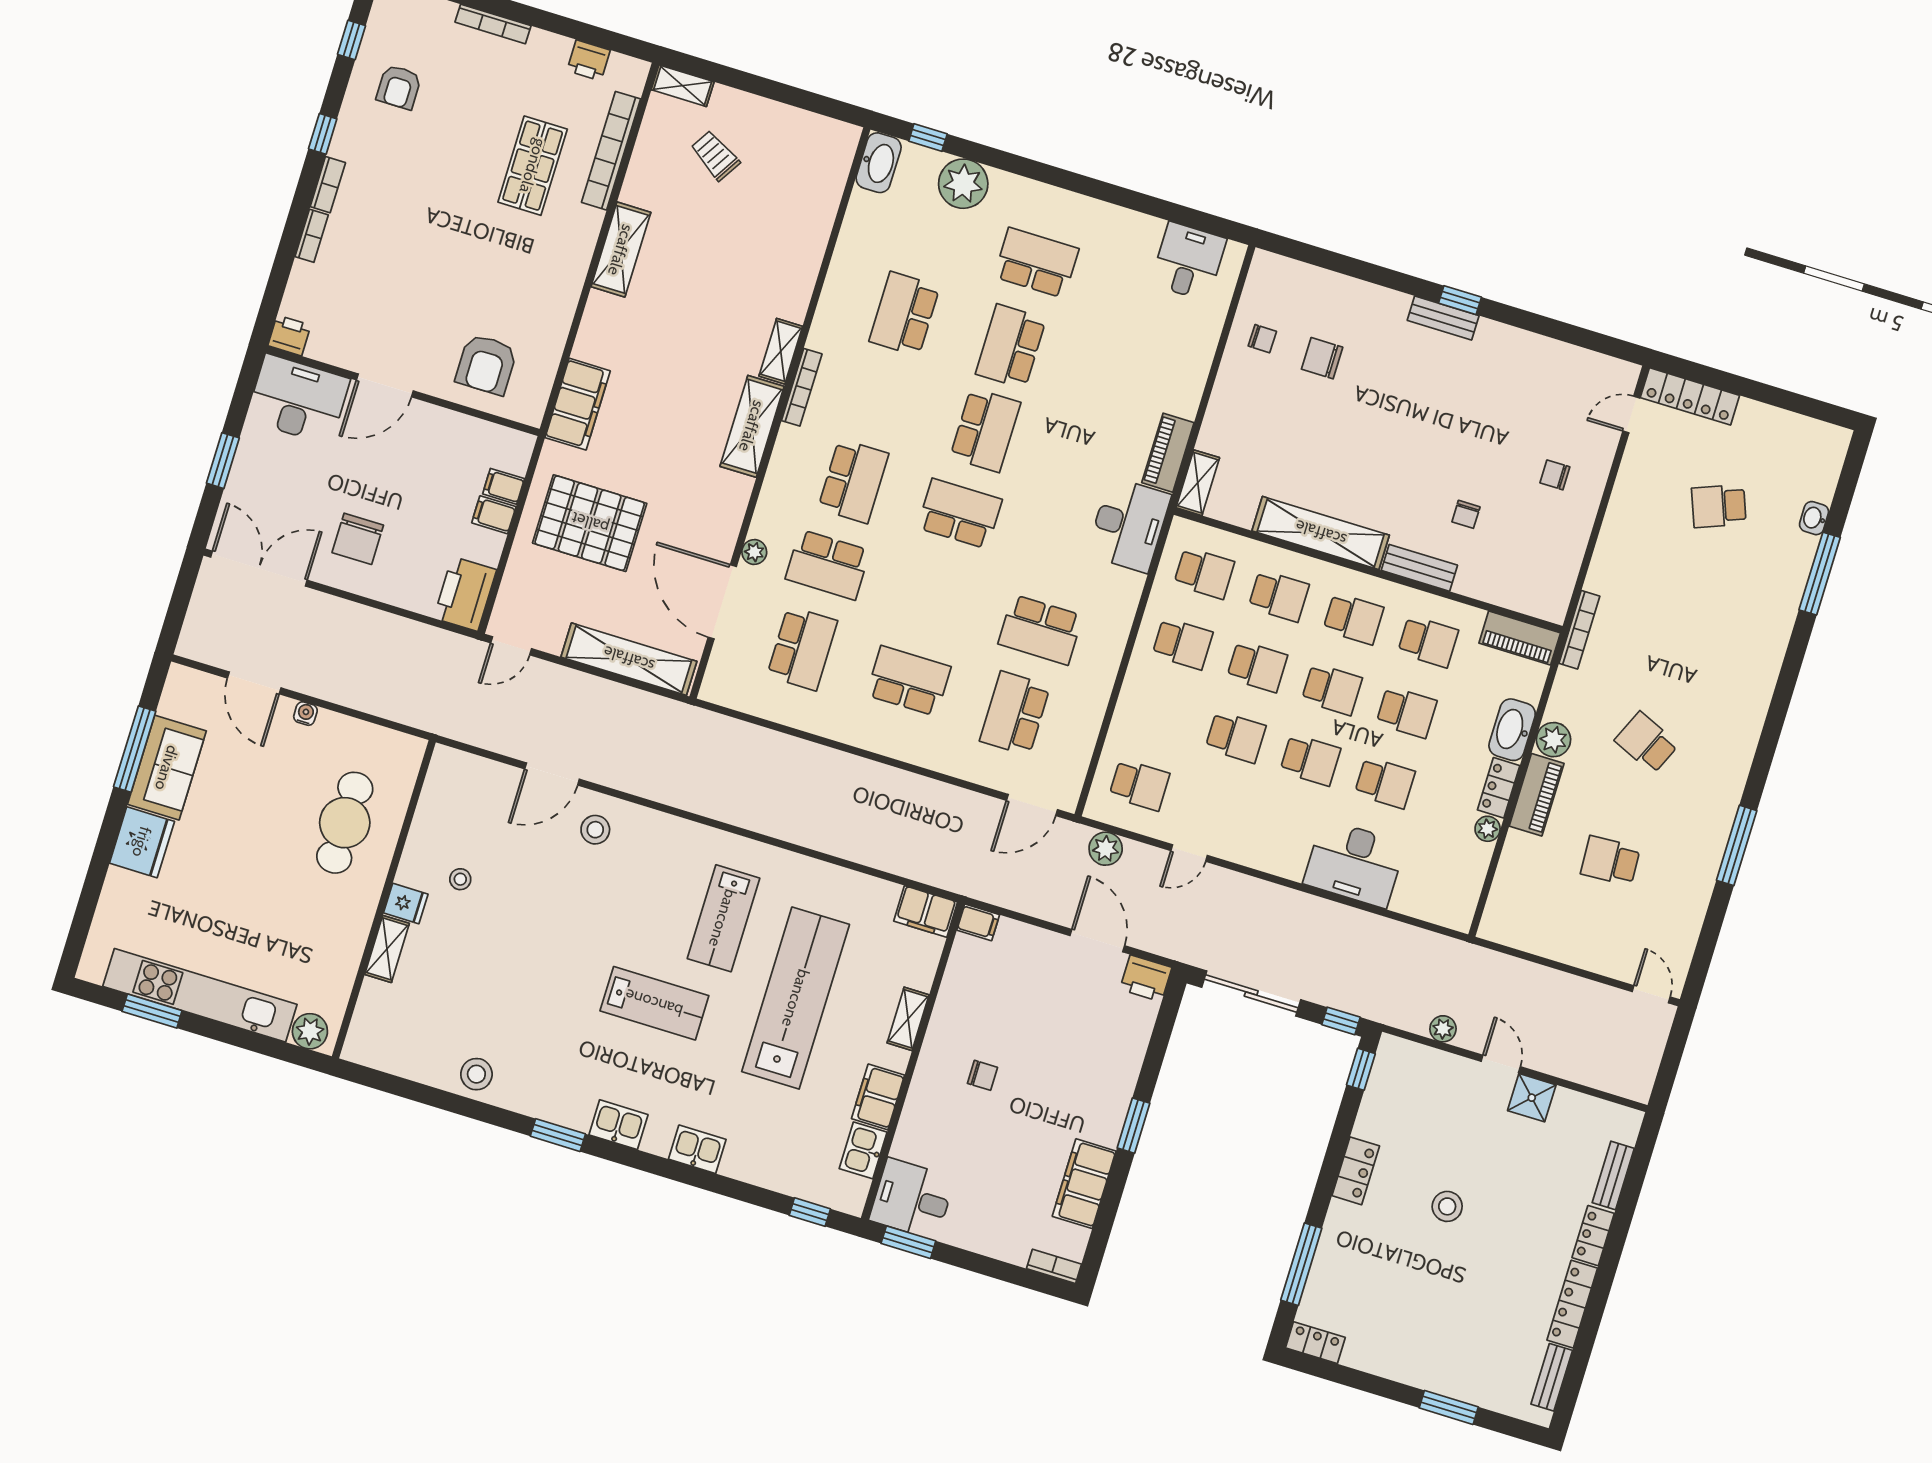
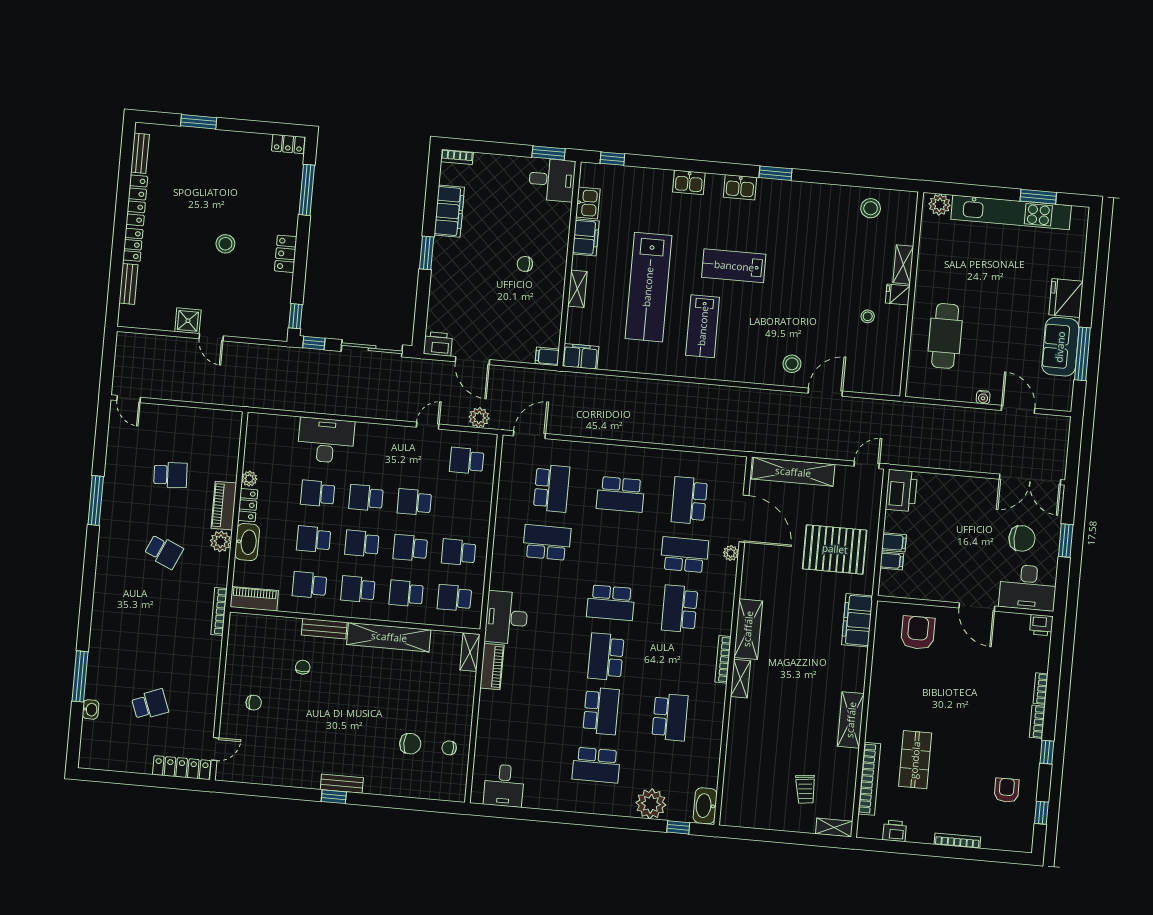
trolley: (715, 155) -> (805, 789), turned 51
door: (385, 385) -> (977, 607), swing flipped
chair: (358, 539) -> (1022, 538), moved, turned 90
lab bench: (723, 918) -> (703, 326), turned 180
plant: (1443, 1029) -> (251, 351), removed
stool: (476, 1074) -> (871, 208), moved

